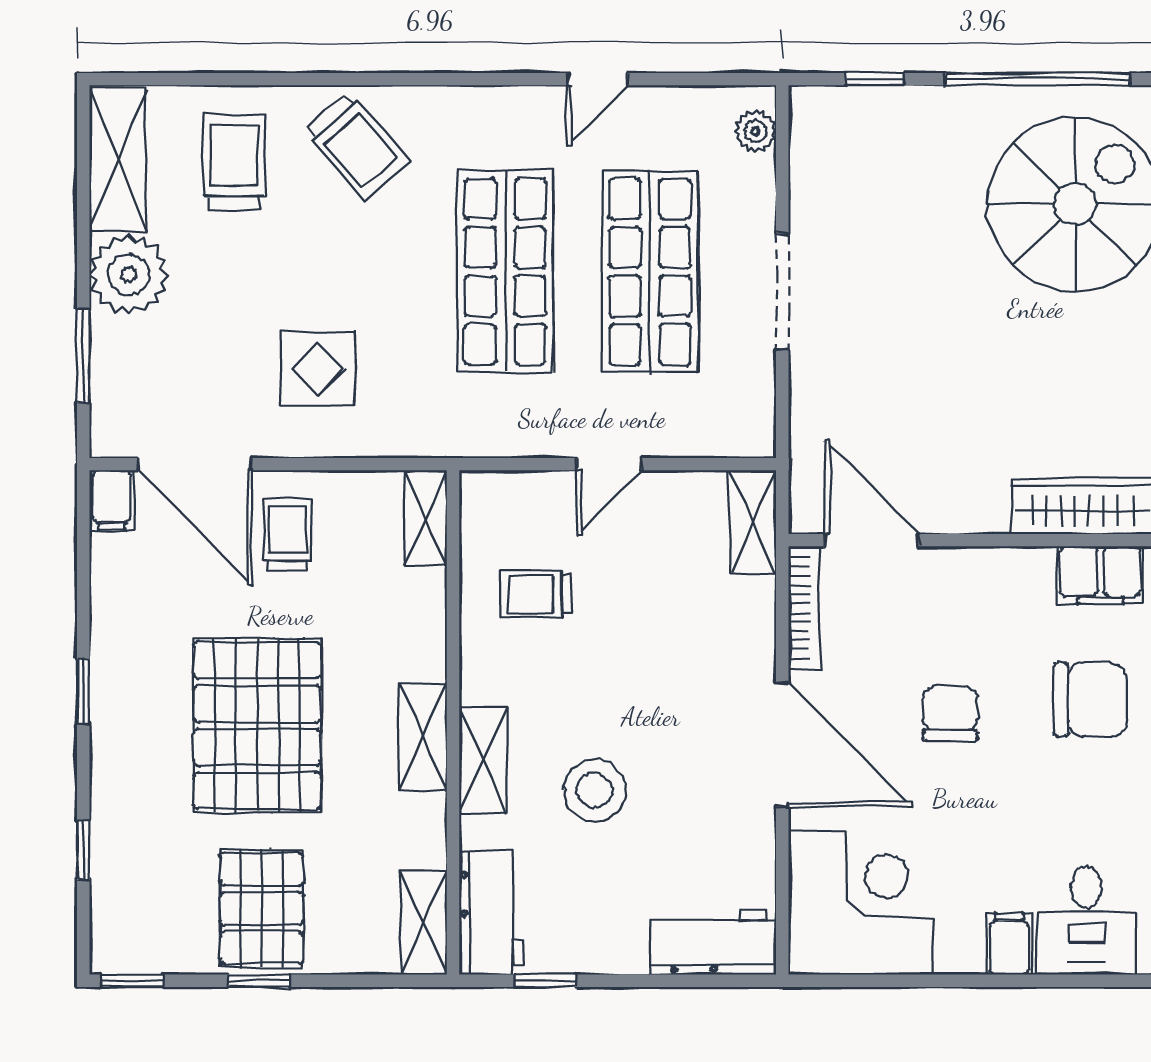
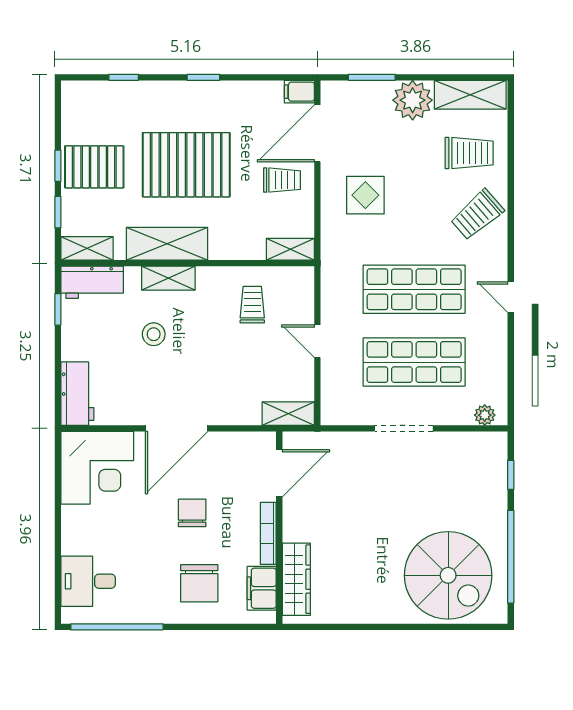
door: (597, 79) -> (511, 297), moved
bookcase: (804, 608) -> (268, 533), moved, turned 90
chair: (950, 714) -> (192, 513), turned -90
shelving: (423, 737) -> (167, 244), width x1.50, depth x1.33
stool: (595, 790) -> (154, 334), width x0.73, depth x0.73
filing cabinet: (1009, 944) -> (76, 542), removed
window: (132, 981) -> (58, 212), moved

